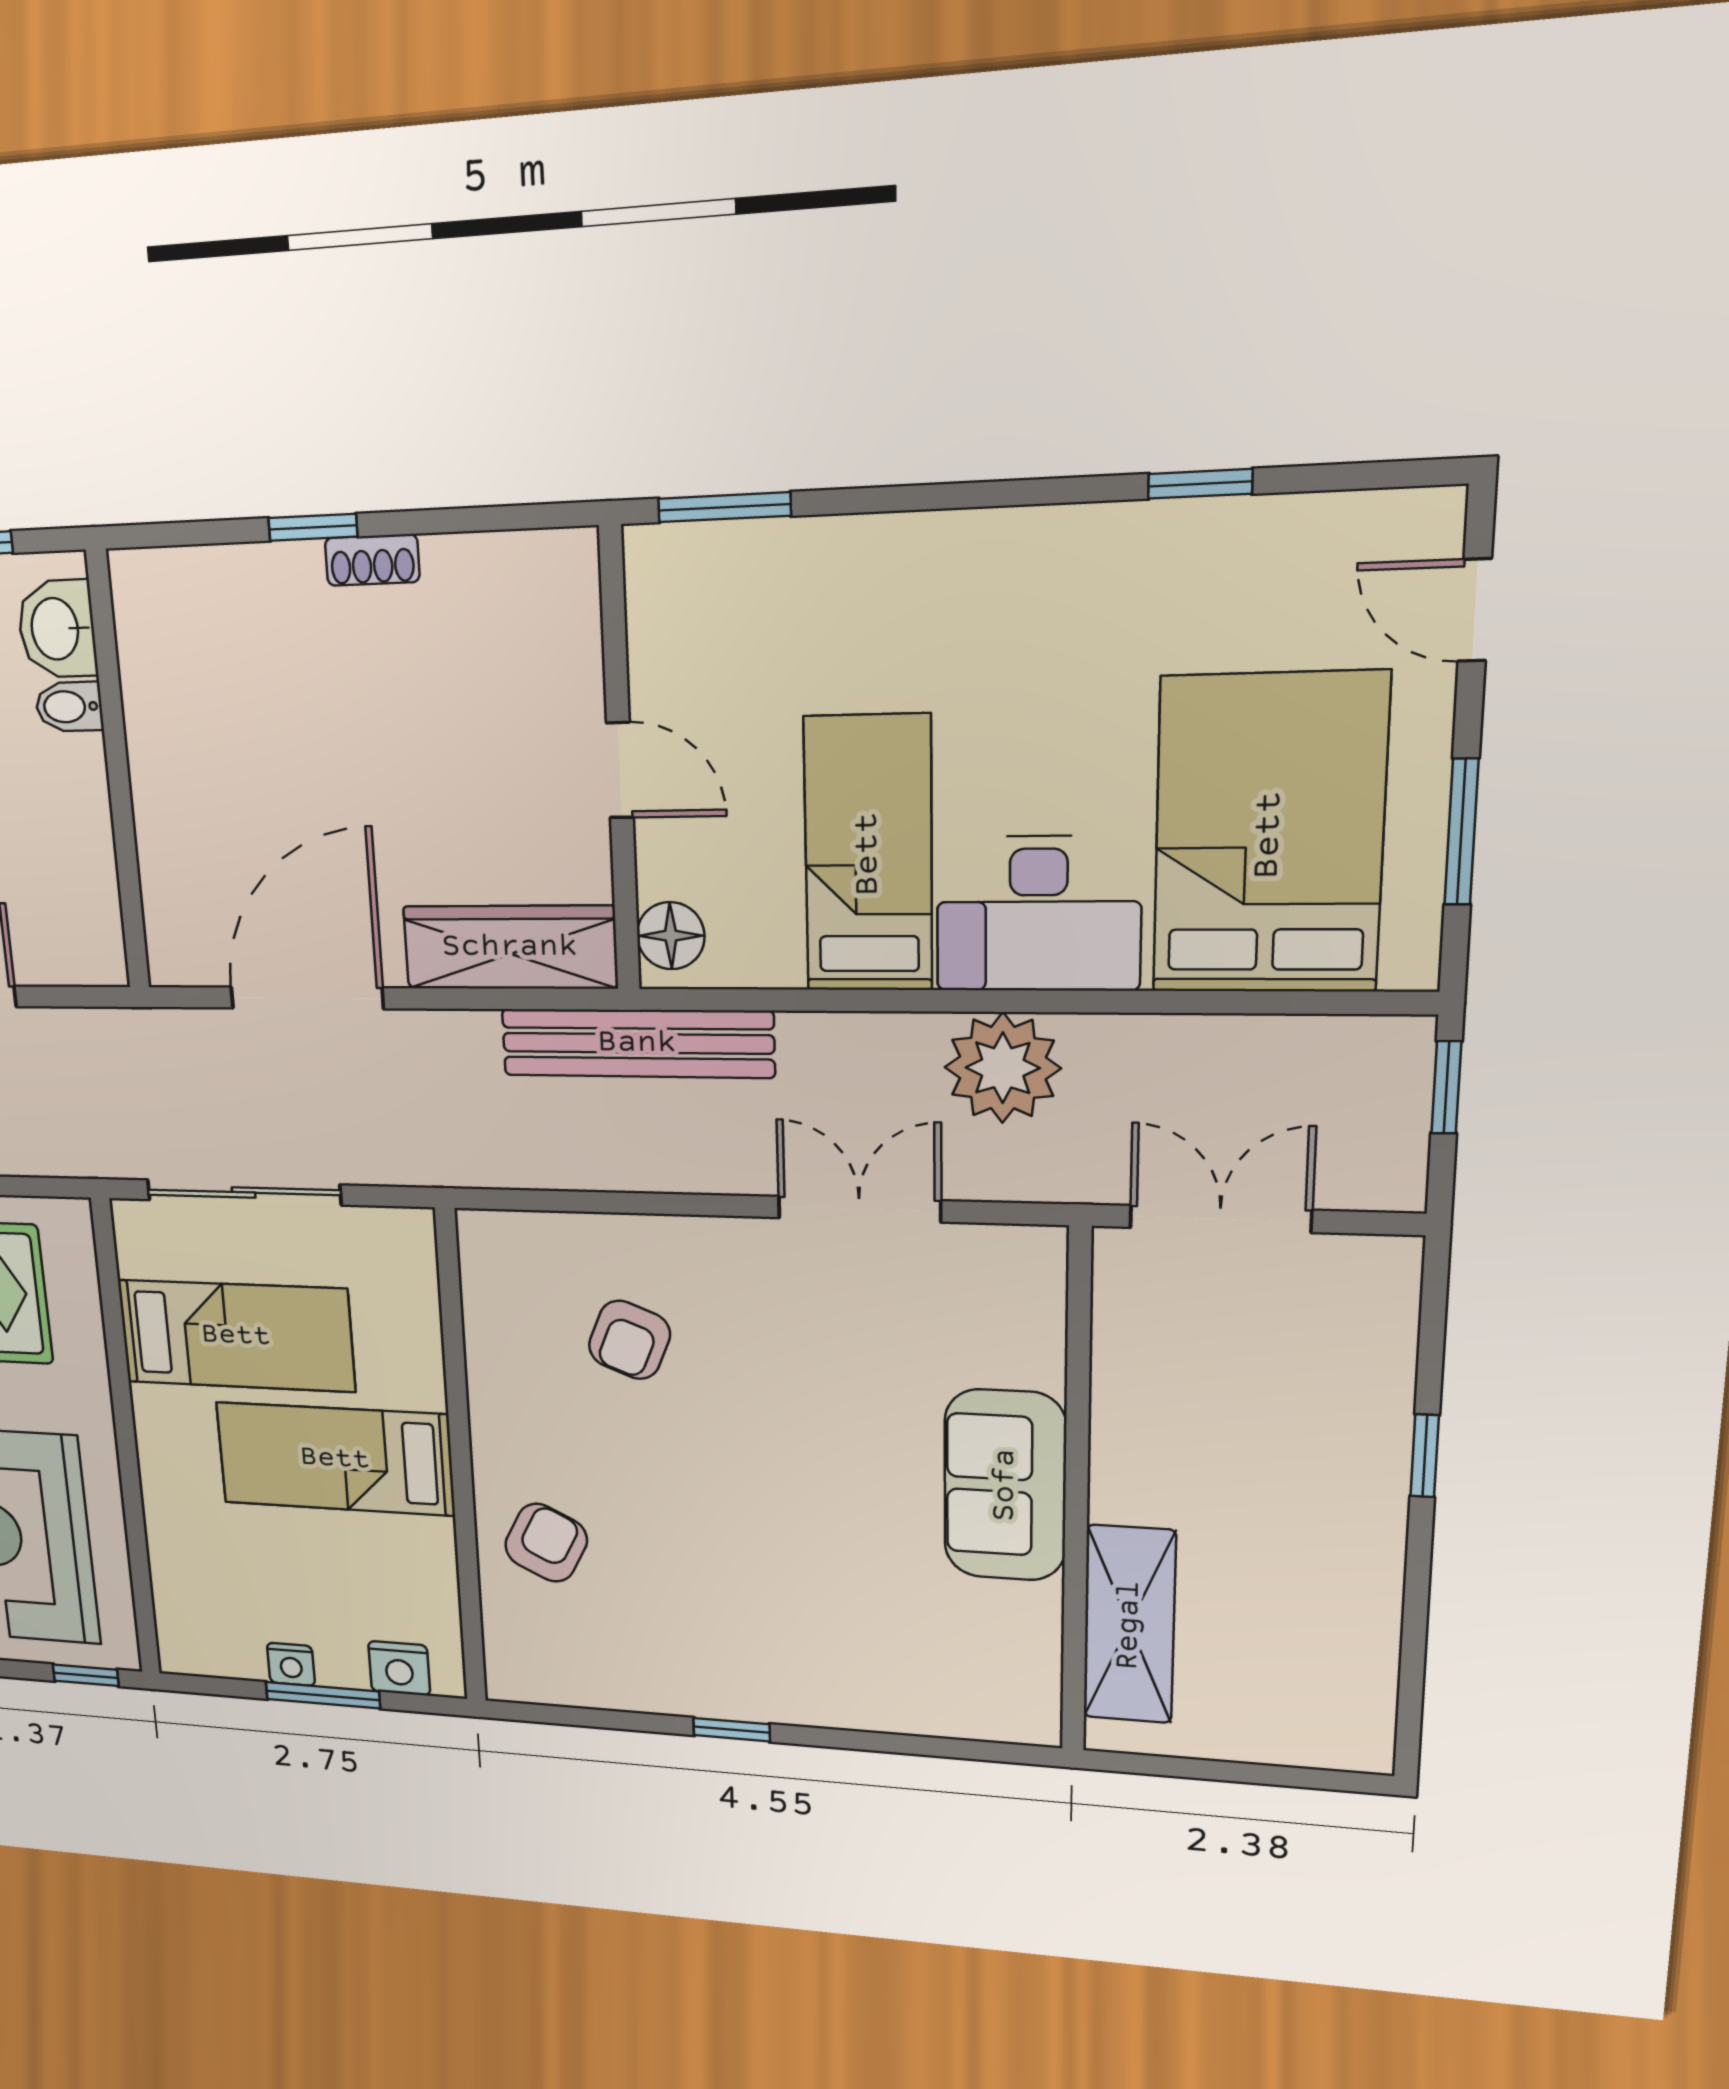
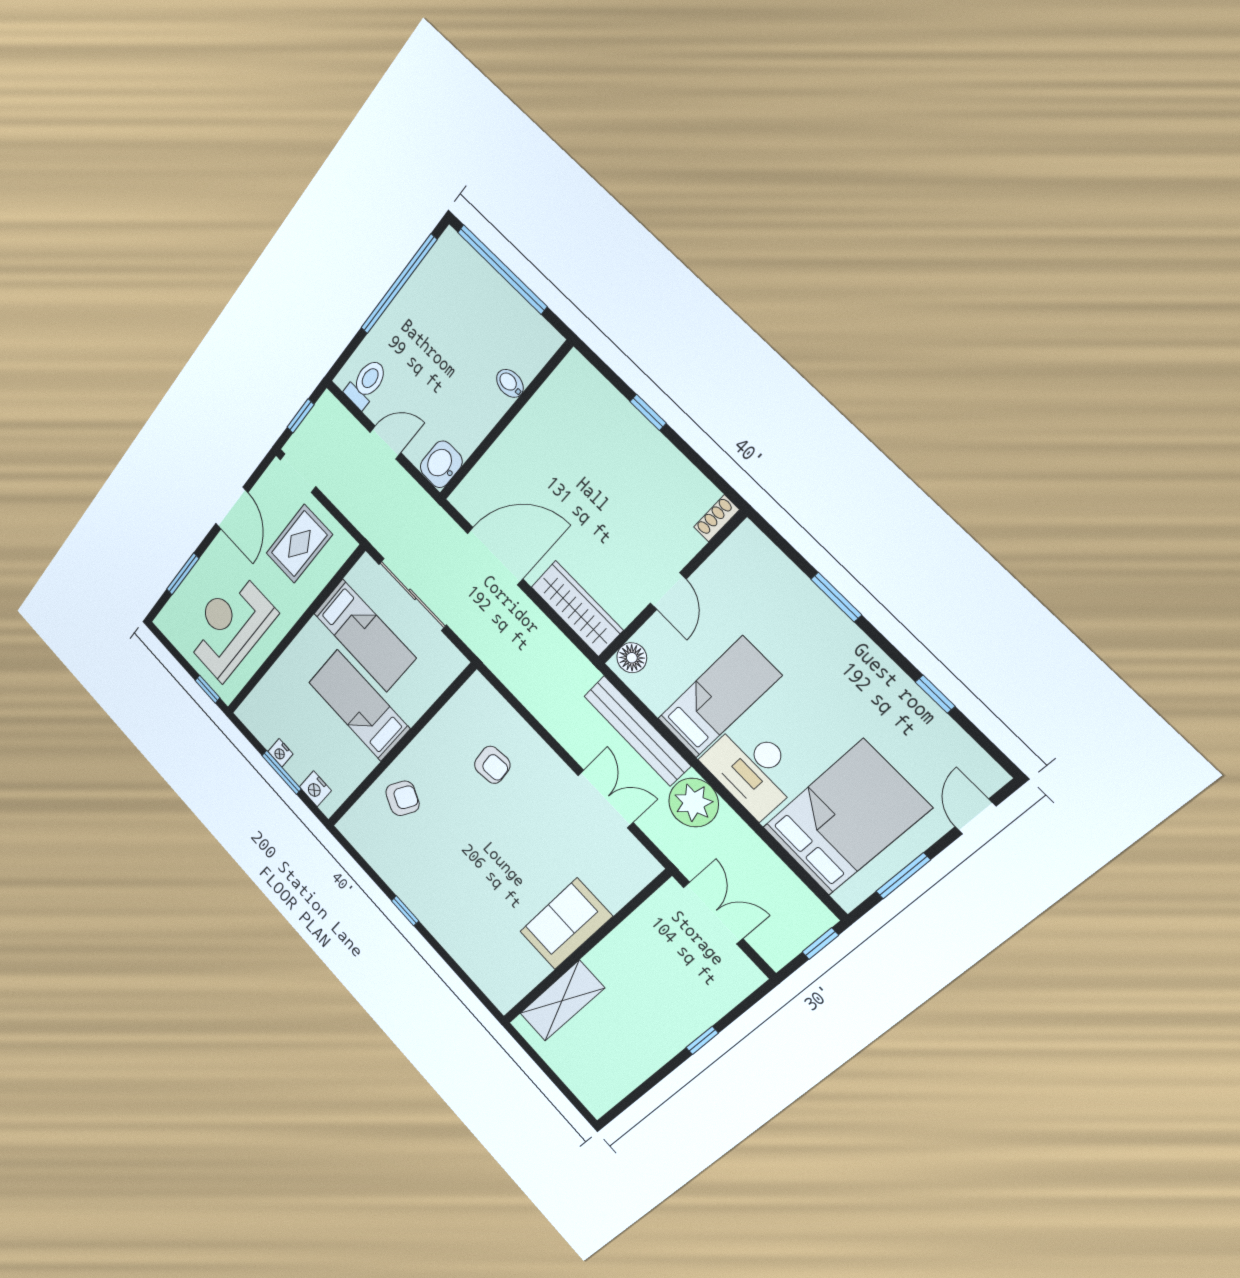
window: (724, 507) -> (836, 597), moved
shoe rack: (372, 560) -> (716, 518), moved, turned 90
washbasin: (57, 629) -> (441, 464), moved
bench: (637, 1043) -> (637, 731), moved
armchair: (629, 1340) -> (492, 765), turned -118

